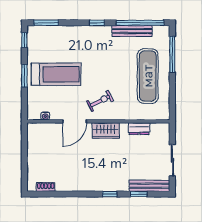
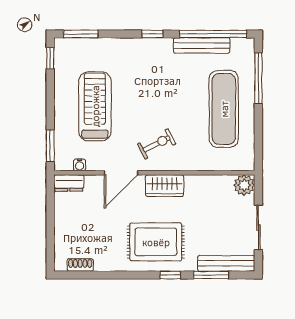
treadmill: (56, 74) -> (95, 106), turned -90
window: (24, 76) -> (50, 146), moved
dresser: (139, 129) -> (69, 183), moved
plant: (162, 130) -> (244, 185), added
rug: (99, 171) -> (156, 242), added
window: (139, 194) -> (211, 275), width x1.50

